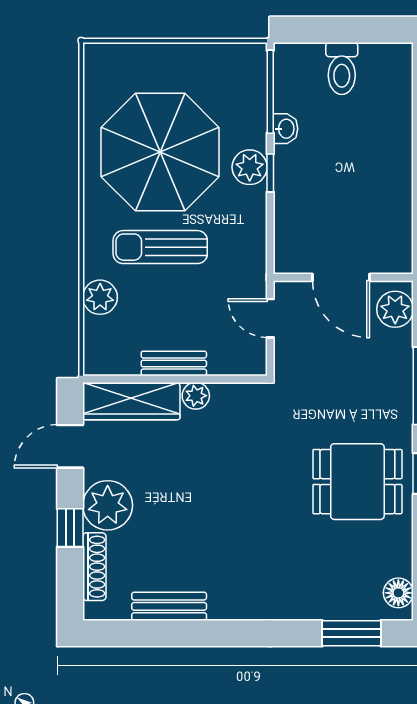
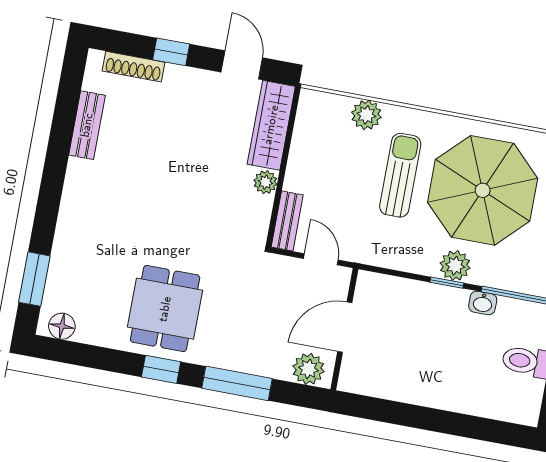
door: (270, 318) -> (321, 259), hinge flipped
bench: (174, 363) -> (287, 221), moved
plant: (108, 505) -> (185, 88), removed

